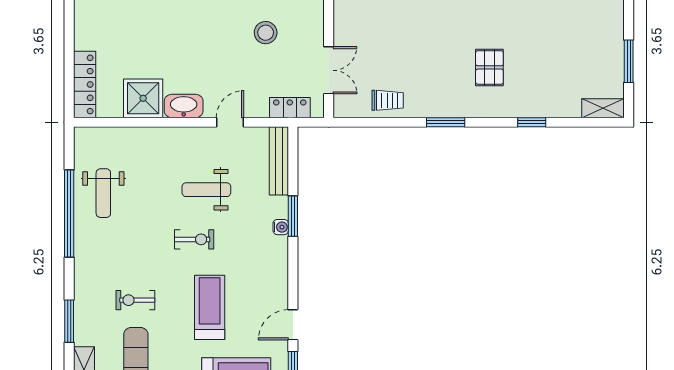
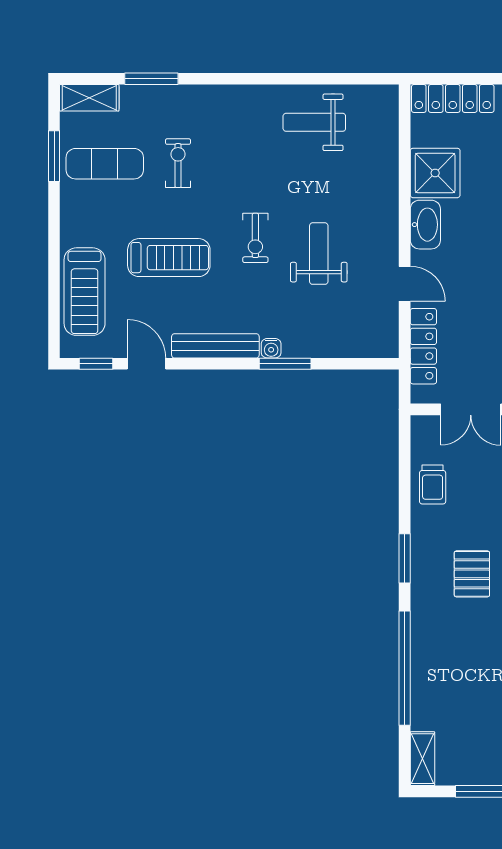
pallet: (489, 67) -> (472, 574), moved, turned 90
locker: (290, 108) -> (423, 346), width x1.53
window: (532, 122) -> (405, 668), width x3.17
bench: (279, 161) -> (215, 346), moved
window: (69, 213) -> (288, 79), removed

